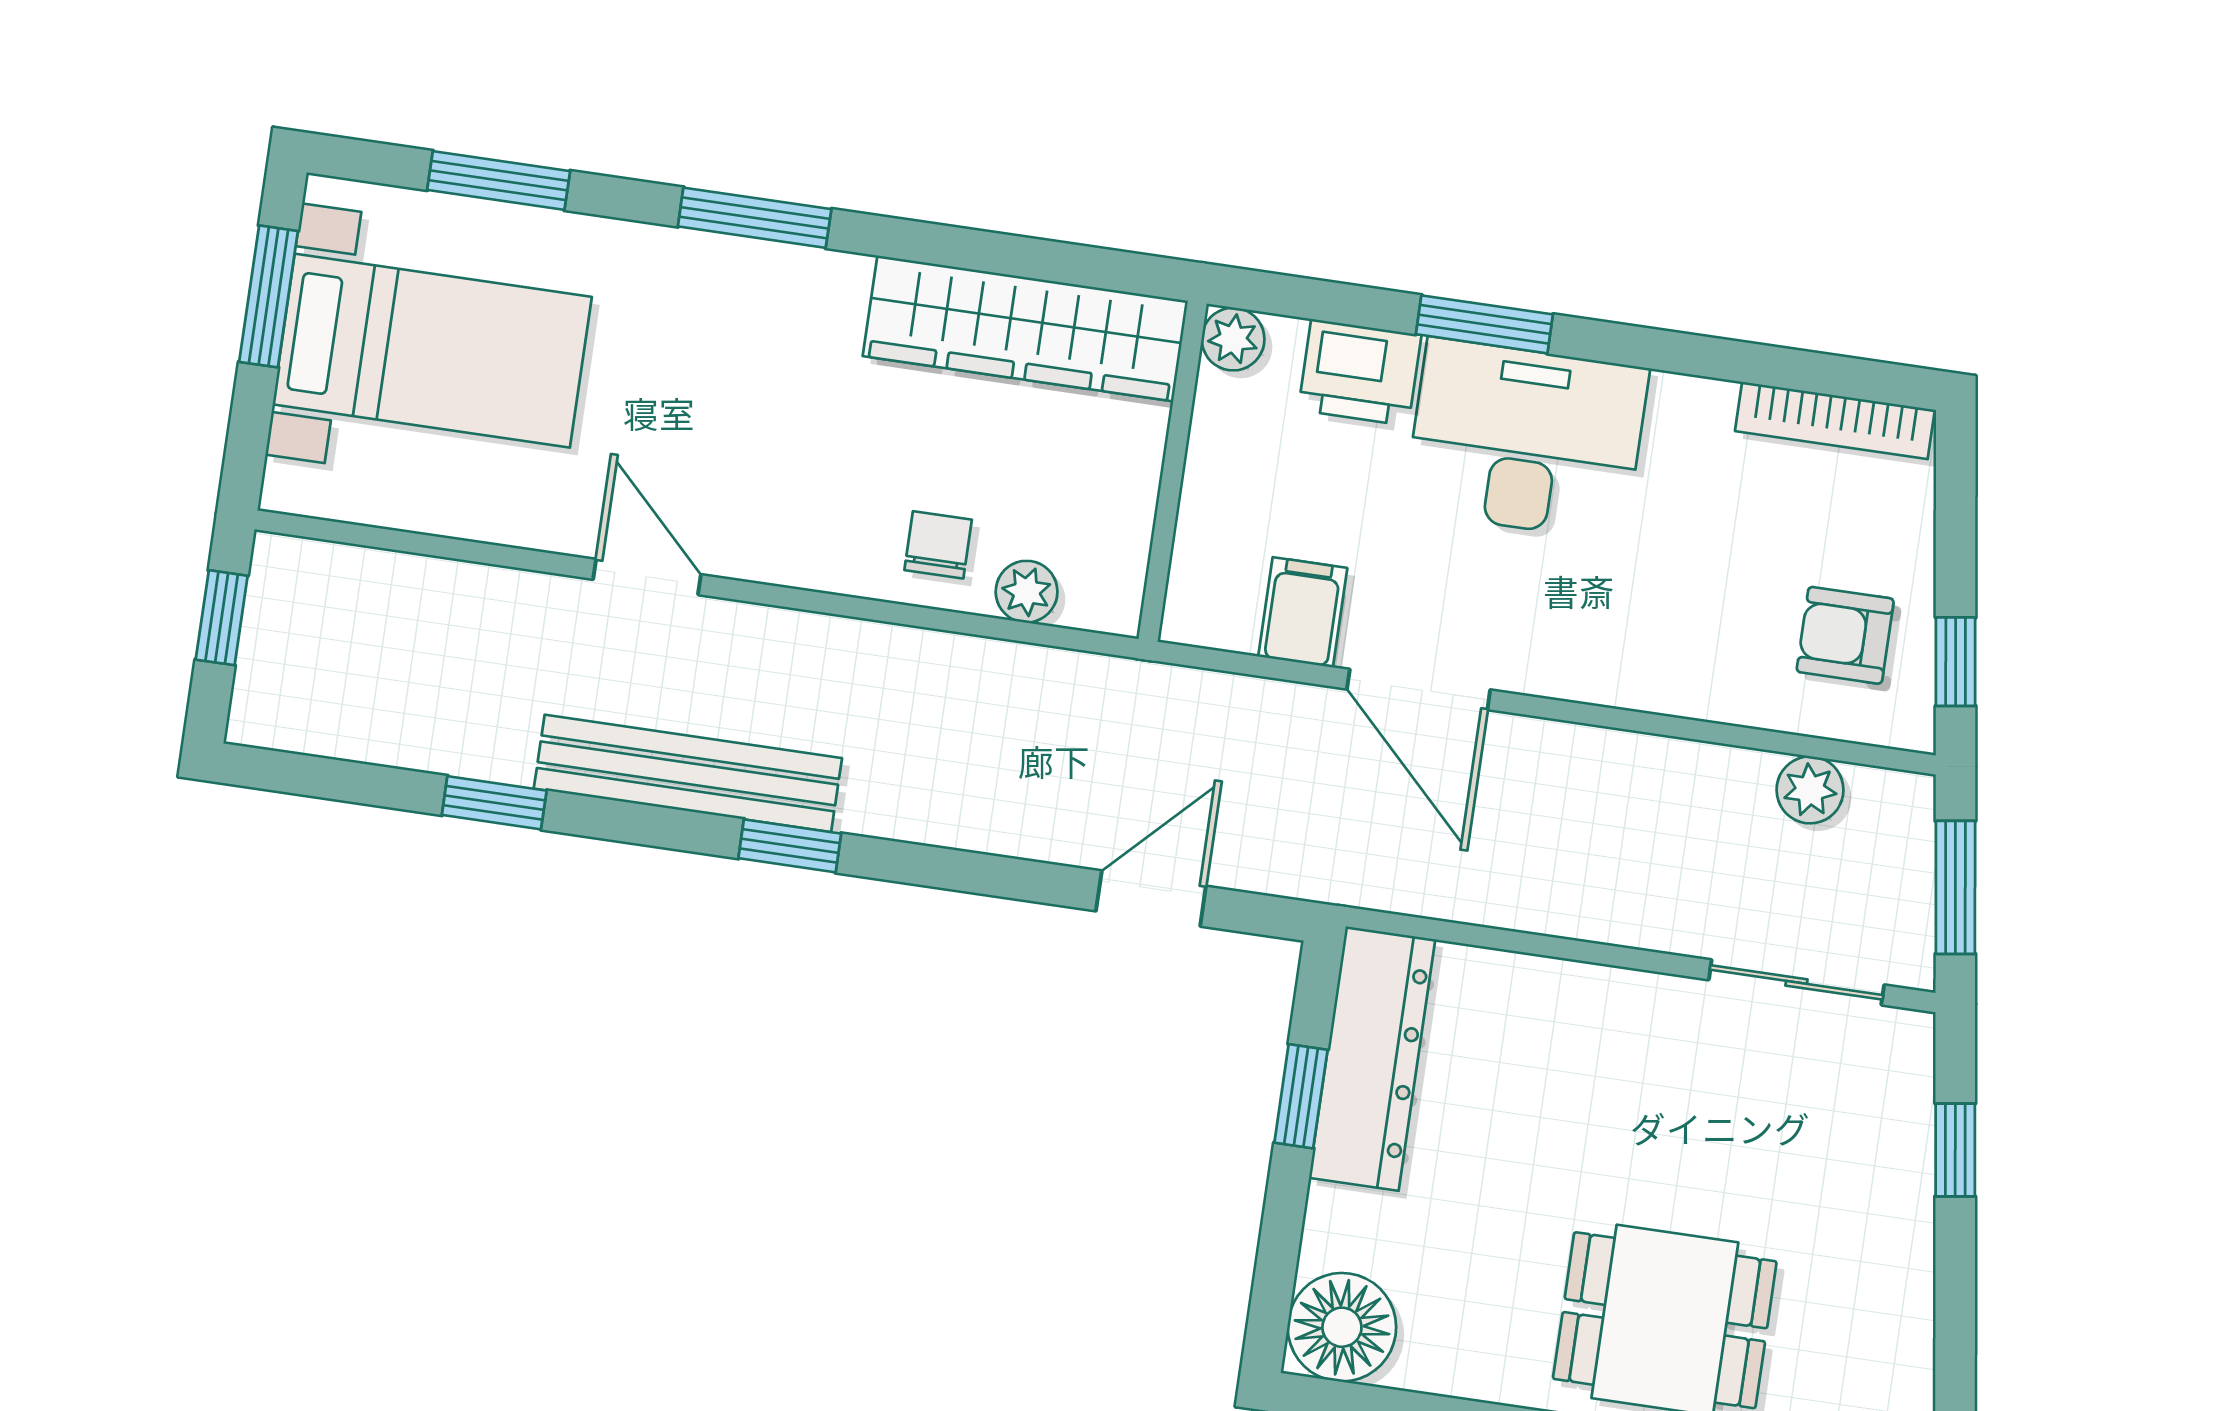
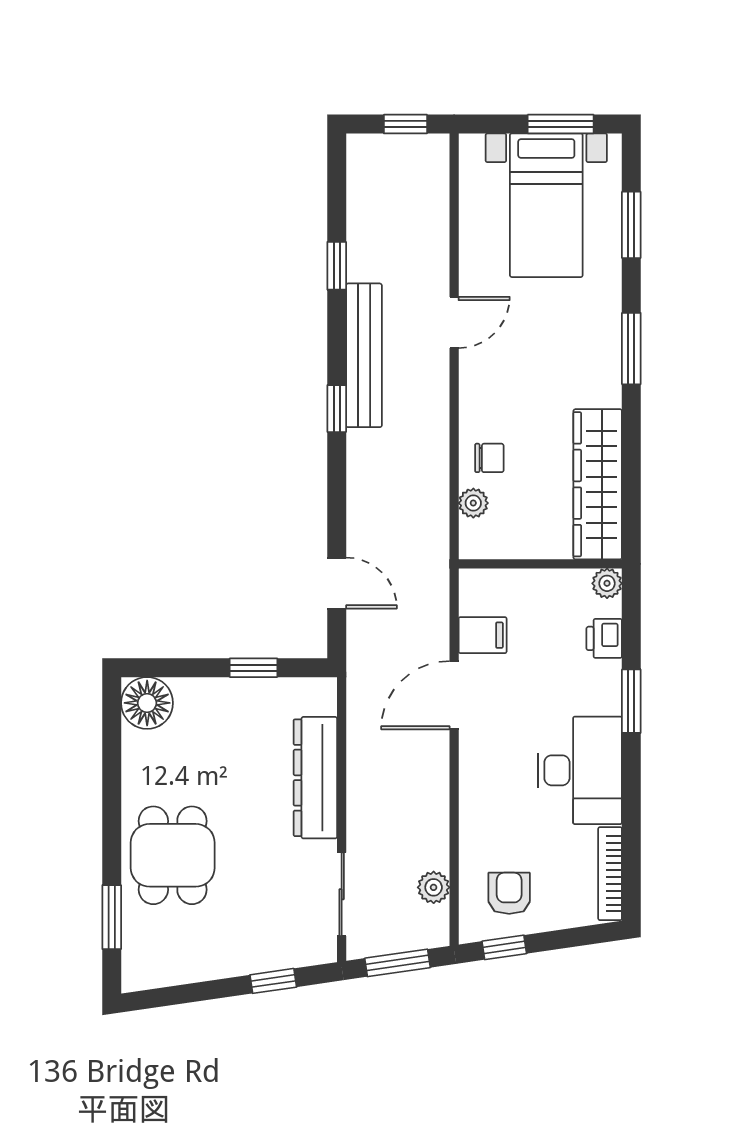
printer: (1360, 372) -> (604, 638), width x0.73, depth x0.81
desk: (1526, 439) -> (580, 770), moved
dresser: (1372, 1059) -> (315, 778), moved, turned 90

